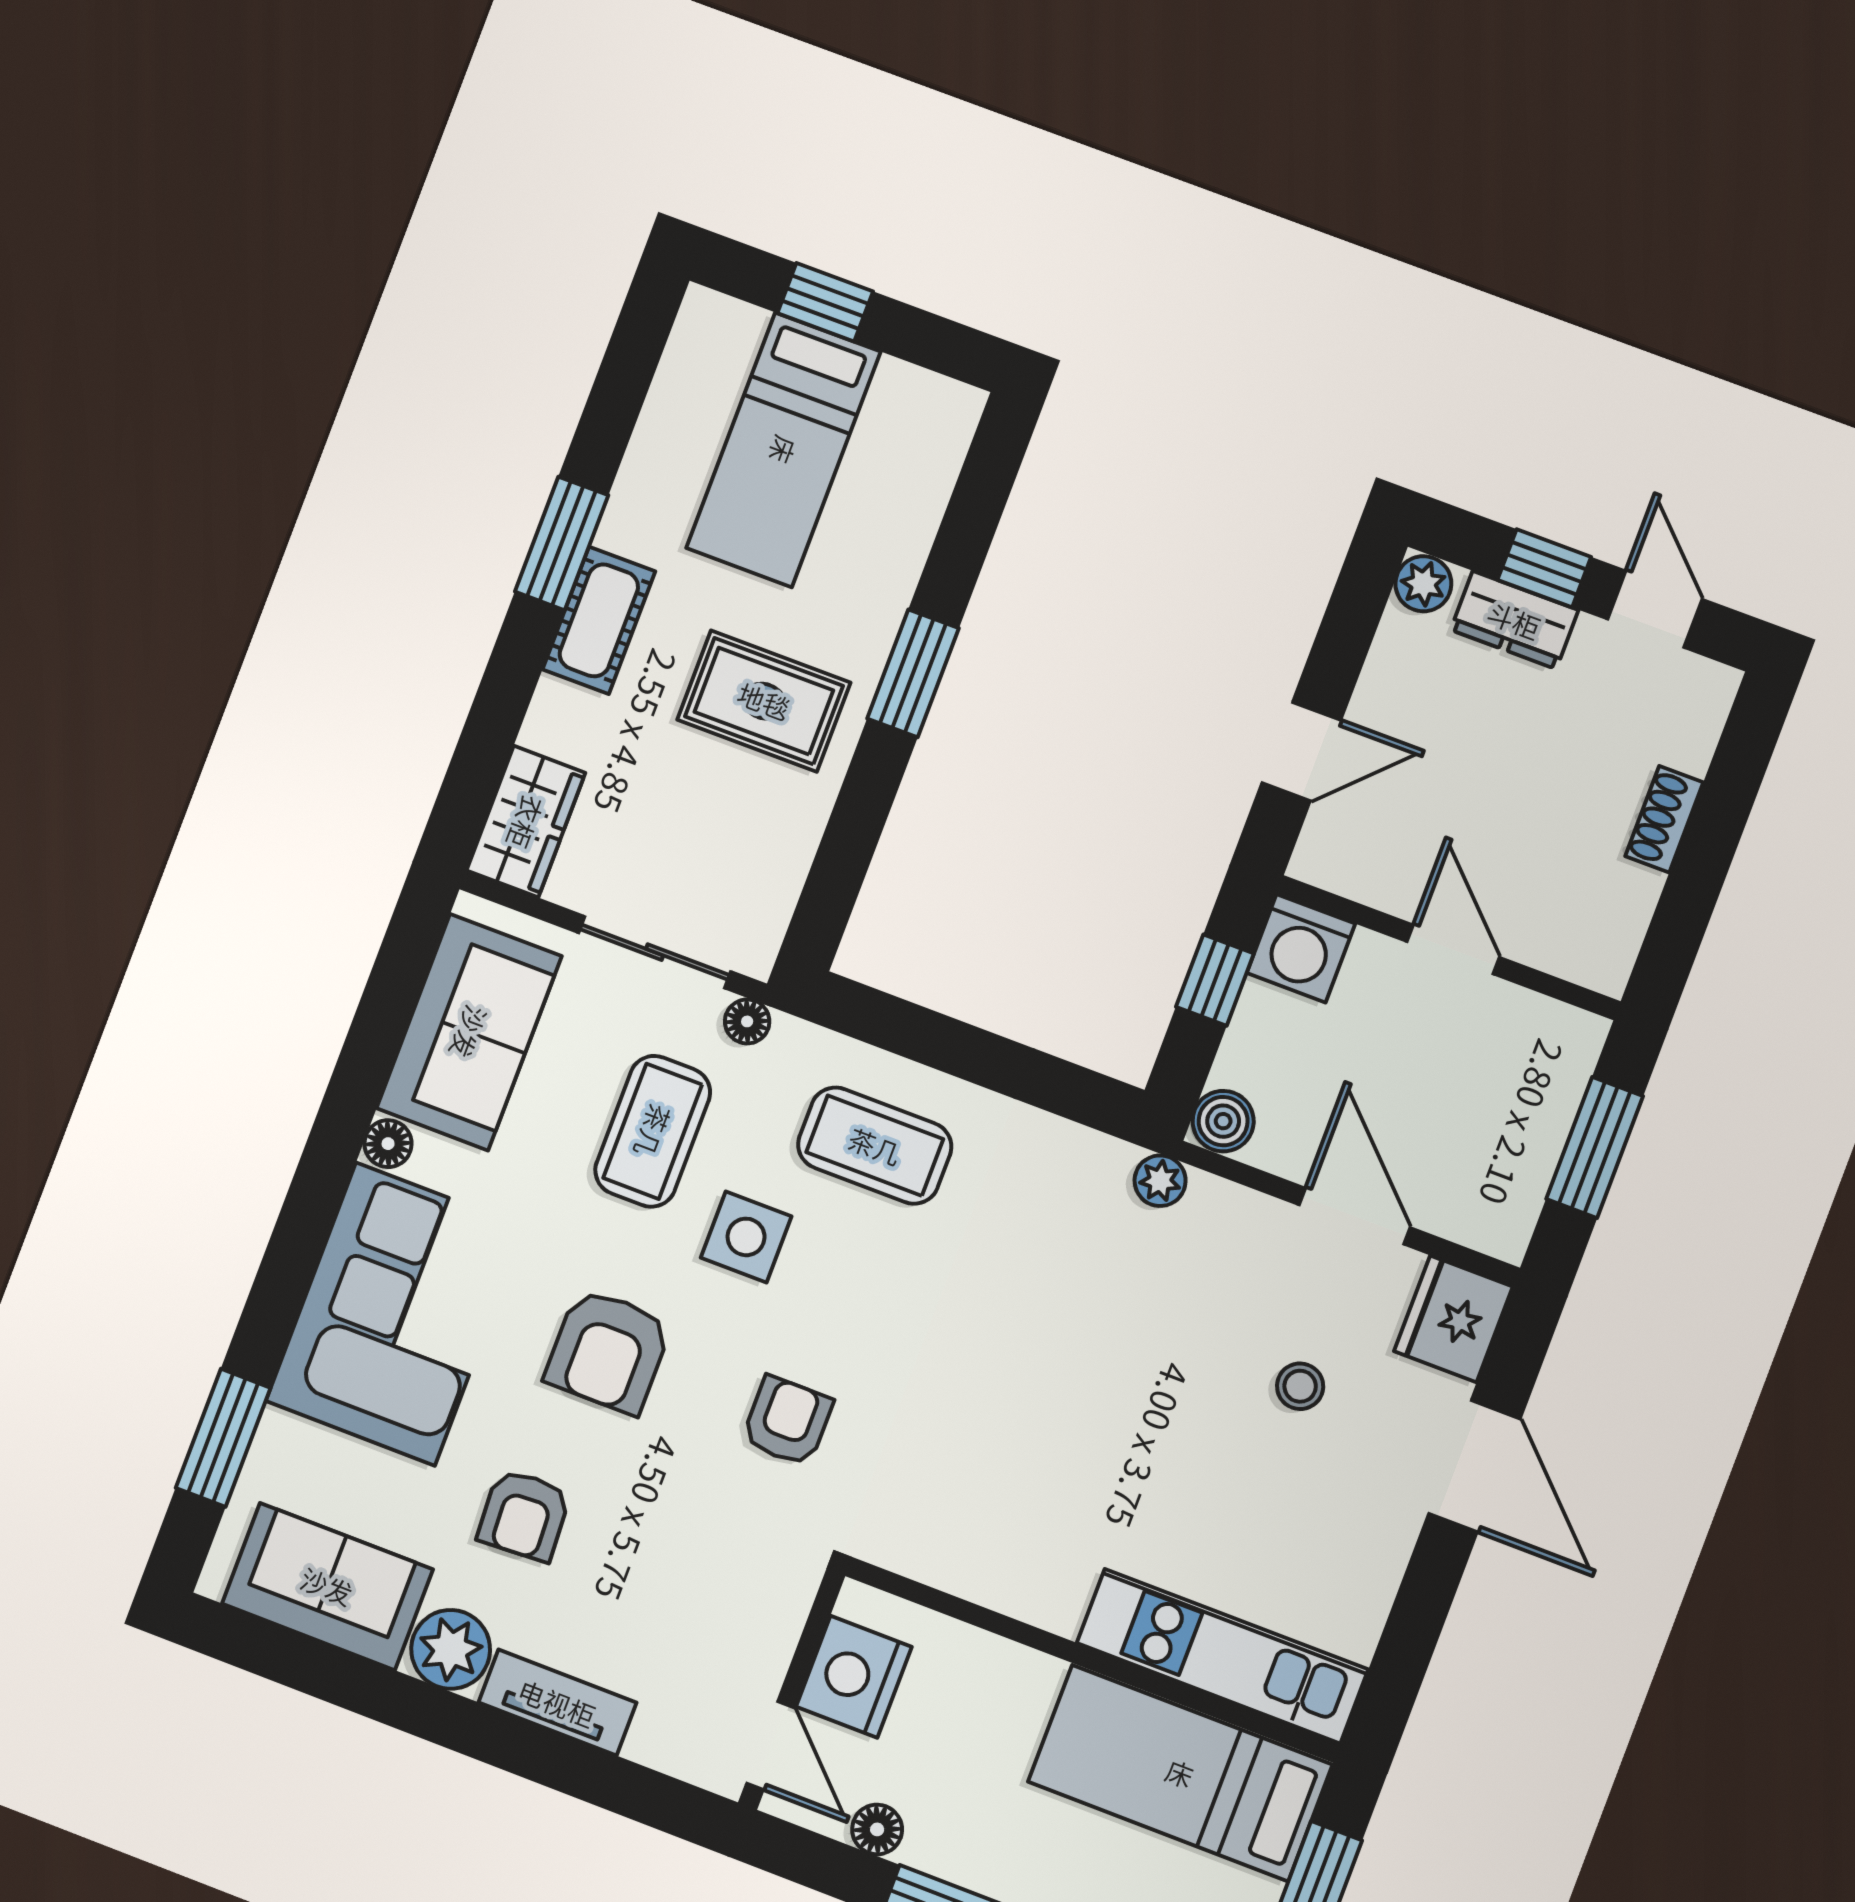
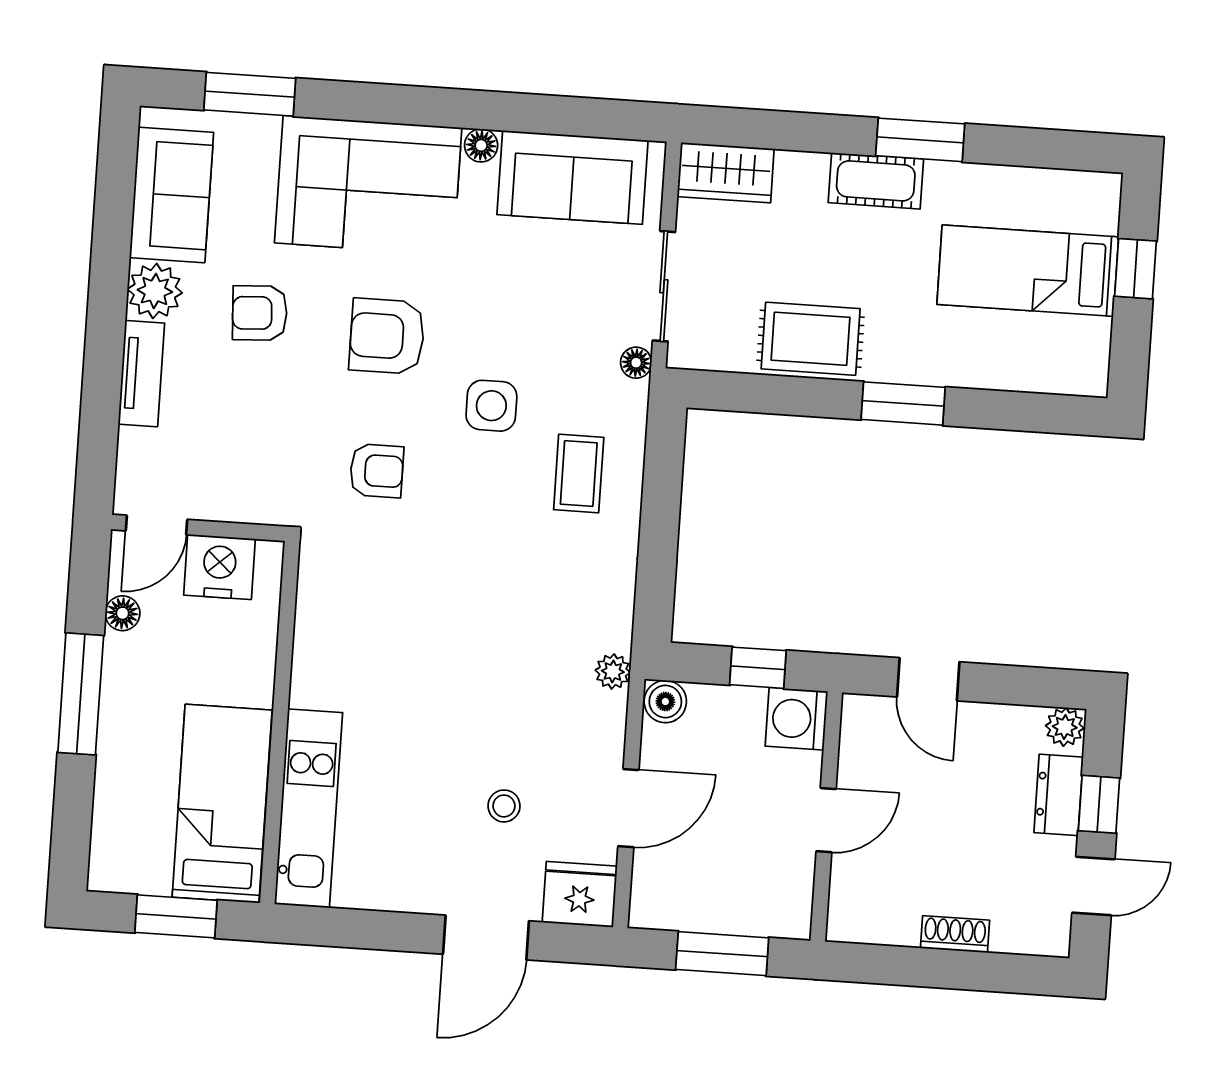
rug: (764, 701) -> (811, 339), moved, turned 90
coffee table: (653, 1131) -> (543, 321), removed
coffee table: (875, 1146) -> (579, 474), width x0.73, depth x0.77

